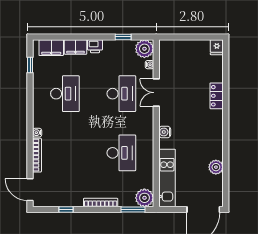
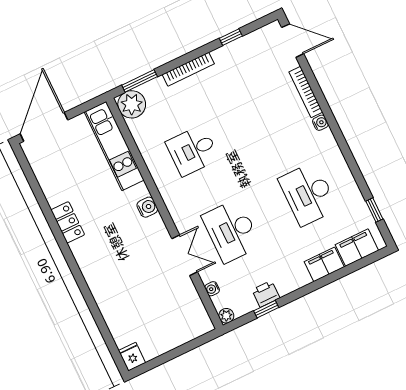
printer: (95, 46) -> (266, 294), moved
plant: (144, 49) -> (226, 316), width x0.53, depth x0.53
locker: (217, 96) -> (68, 222), moved
desk: (121, 153) -> (193, 150), width x0.73
plant: (216, 167) -> (55, 193), removed

